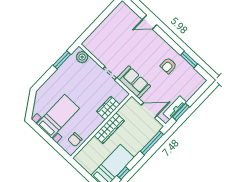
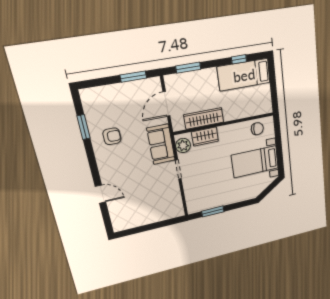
plant: (82, 57) -> (183, 146), moved
tv unit: (175, 108) -> (137, 86), removed
door: (149, 110) -> (166, 104), hinge flipped
wardrobe: (109, 128) -> (204, 118), moved
window: (152, 143) -> (188, 68), width x0.69

